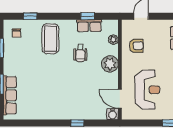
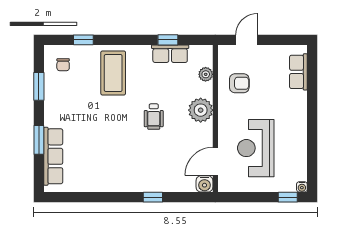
wheelchair: (80, 53) -> (154, 117), moved
reception desk: (147, 90) -> (256, 148), turned 180
door: (120, 99) -> (215, 161), hinge flipped

